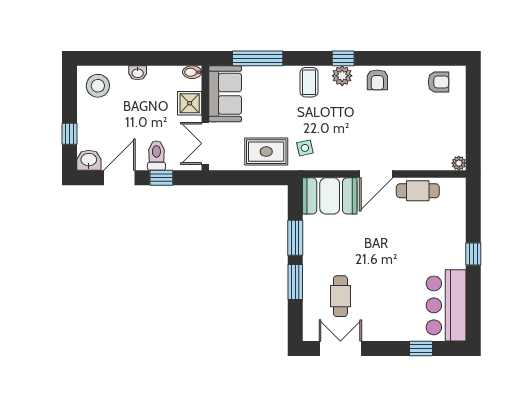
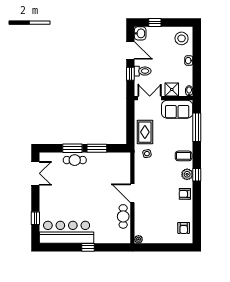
booth: (330, 196) -> (120, 167), removed
cafe table: (340, 296) -> (75, 160), moved
bar counter: (446, 305) -> (67, 232), width x1.36

